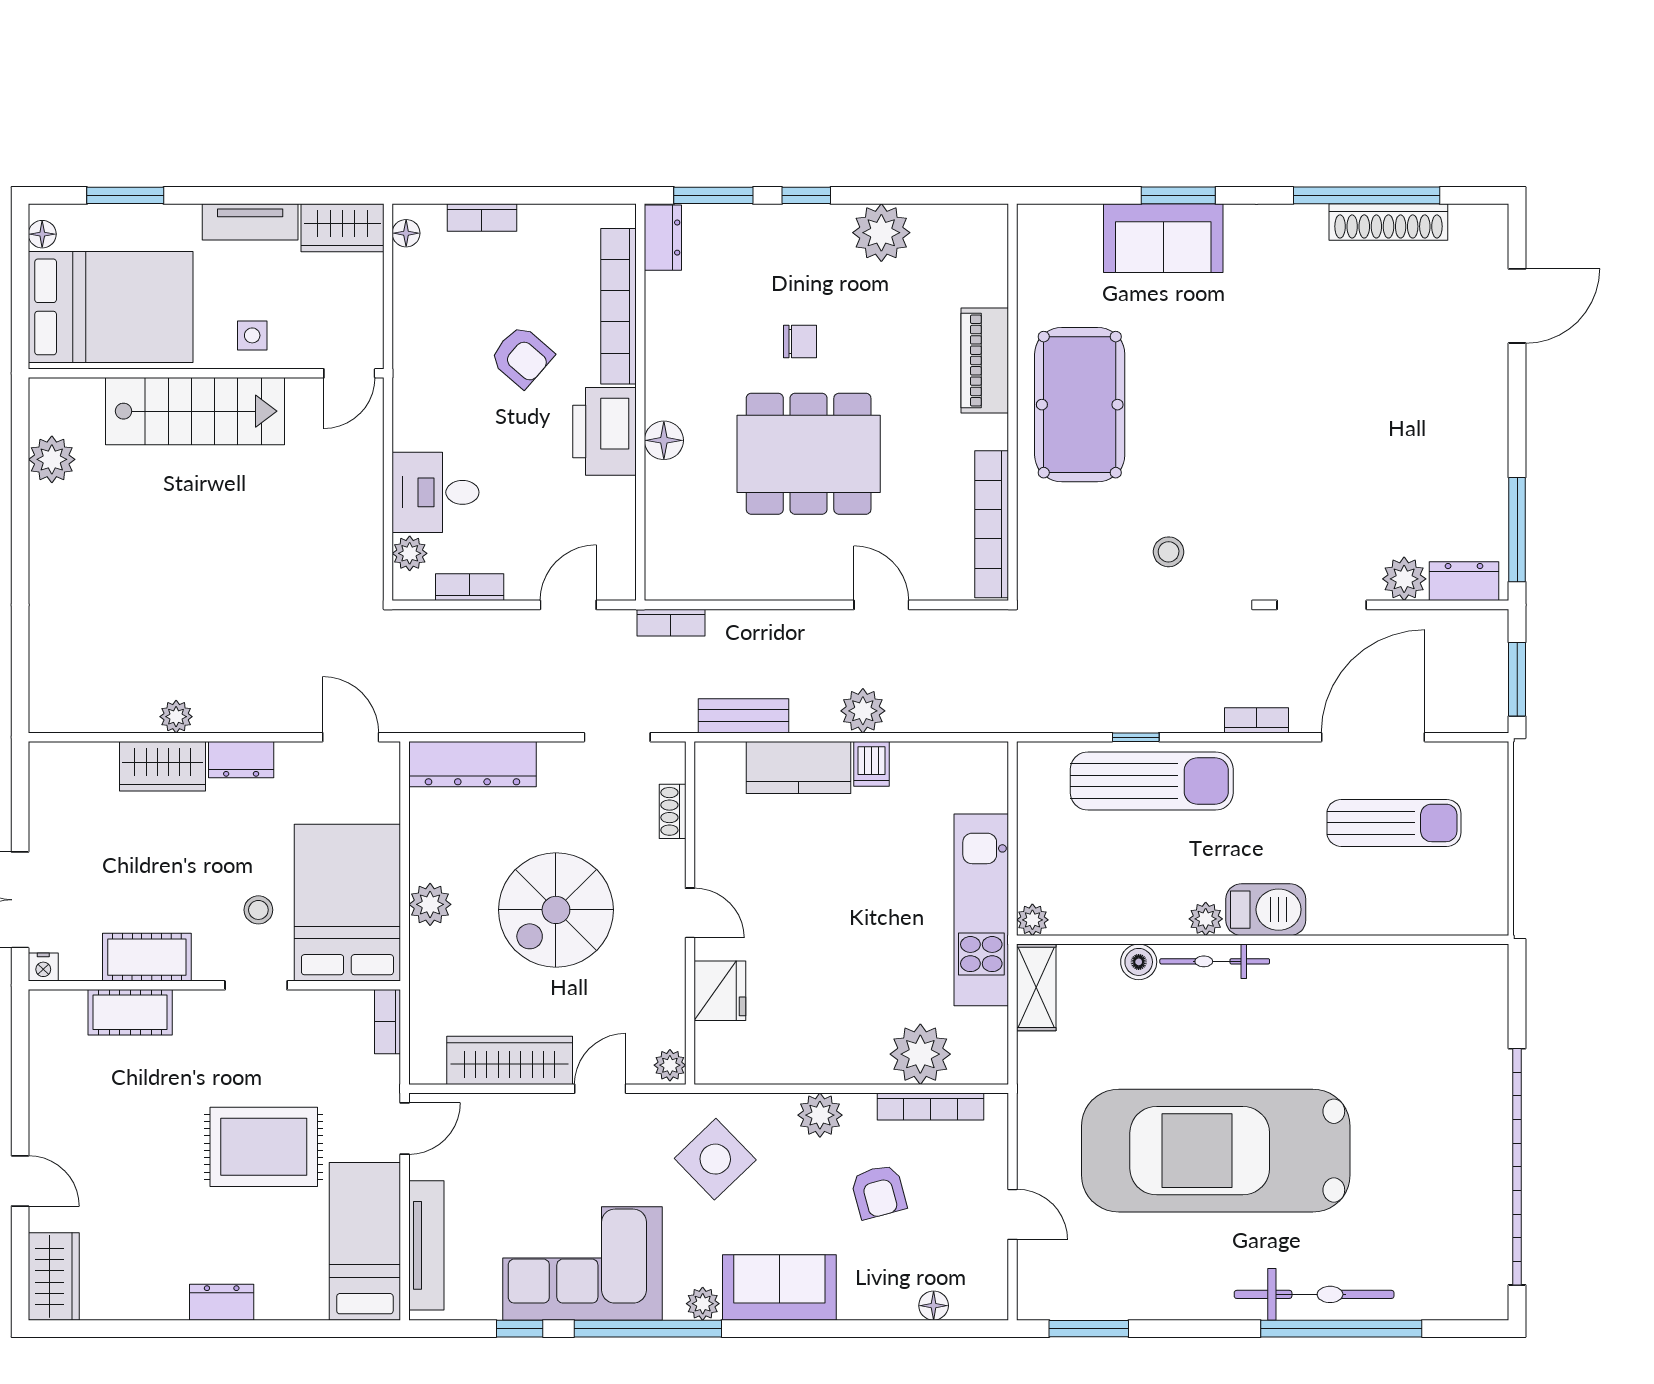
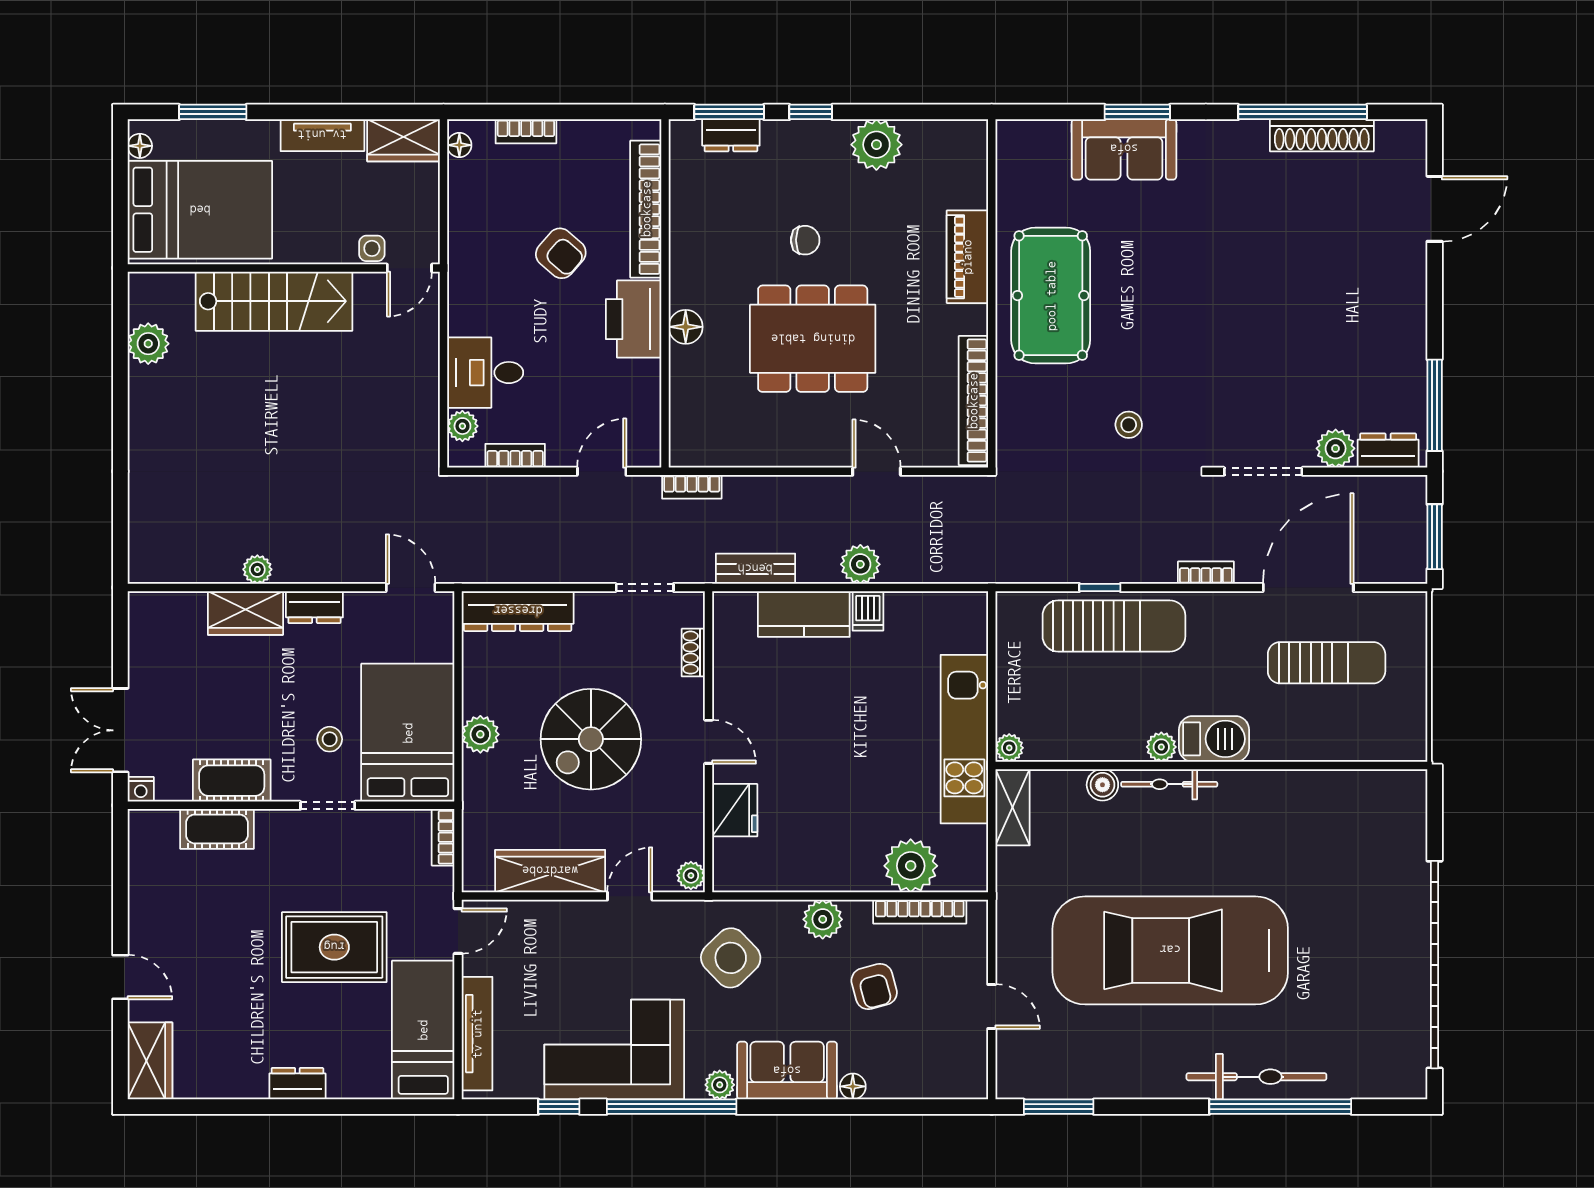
dresser: (663, 238) -> (731, 135), moved, turned 90
side table: (252, 335) -> (372, 248), moved
floor lamp: (934, 1306) -> (853, 1086), moved

